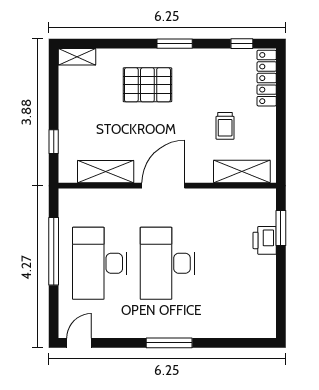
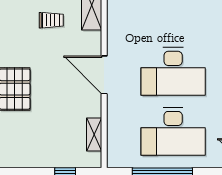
shelving: (106, 172) -> (94, 134), width x0.67, depth x0.75

